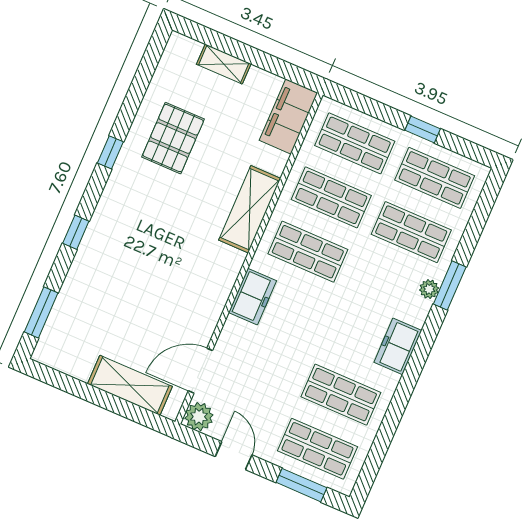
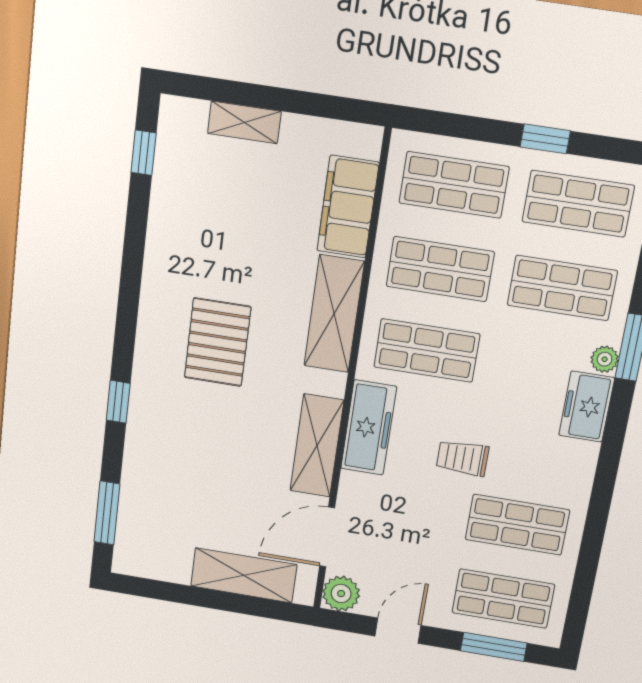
filing cabinet: (289, 116) -> (348, 207), moved
pallet: (173, 138) -> (218, 342), moved
window: (110, 152) -> (144, 153), moved
freezer: (252, 297) -> (369, 428), width x1.40
shelving: (212, 300) -> (317, 446), added
trolley: (314, 335) -> (463, 458), added
freezer: (398, 346) -> (587, 407), moved
door: (234, 456) -> (398, 631), hinge flipped

